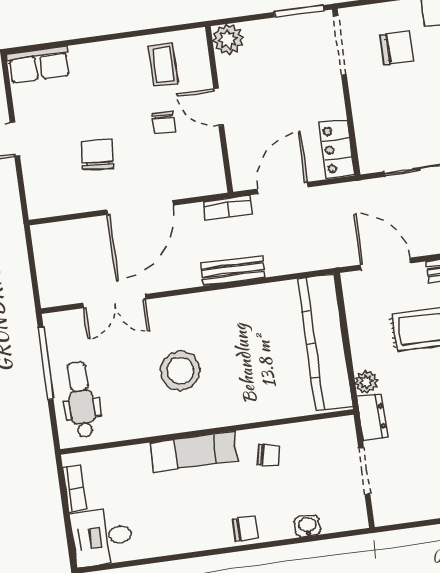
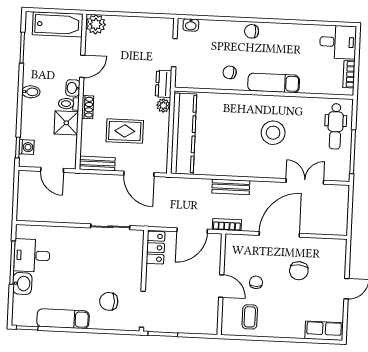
plant: (228, 39) -> (208, 325), removed
washbasin: (308, 526) -> (191, 25), moved

